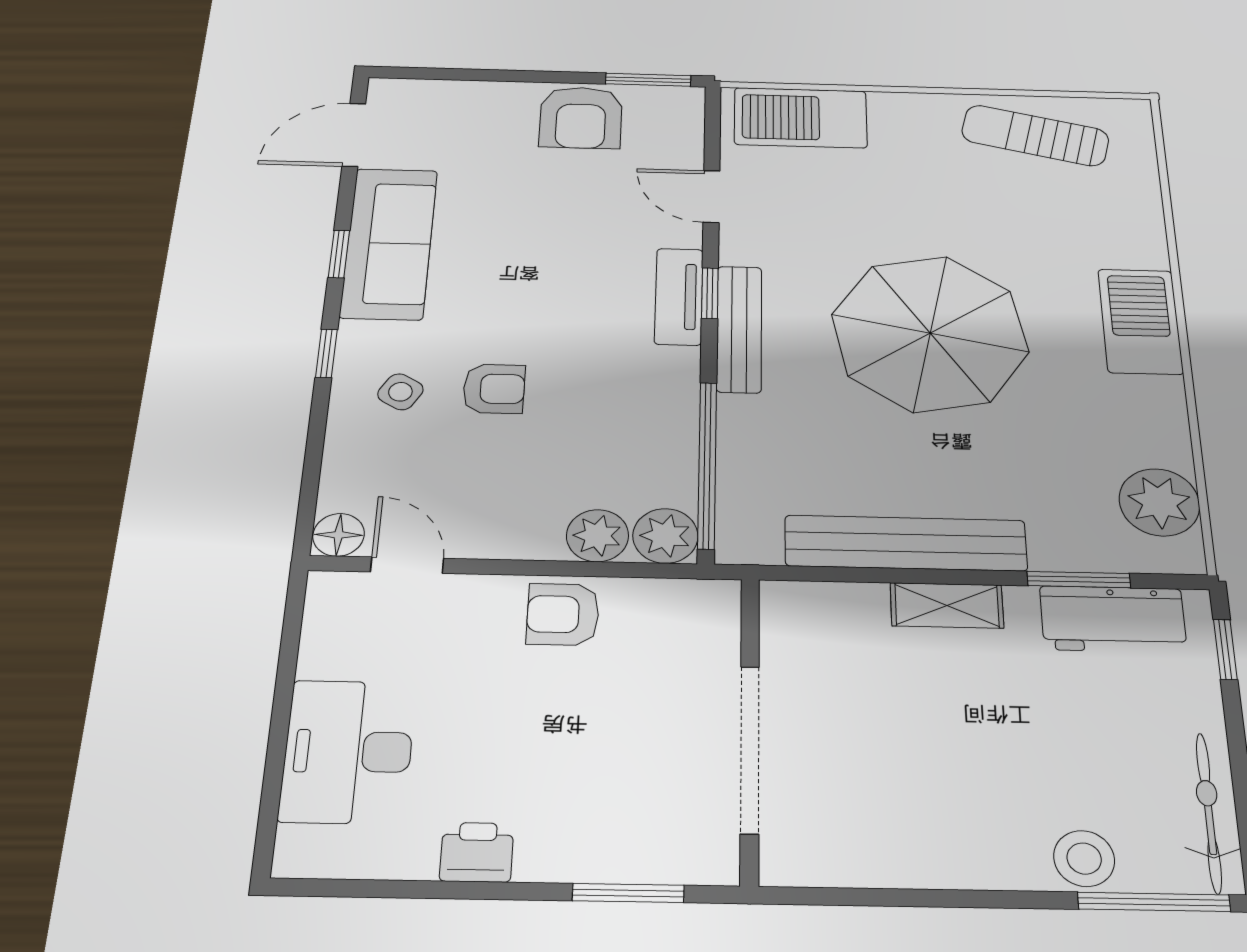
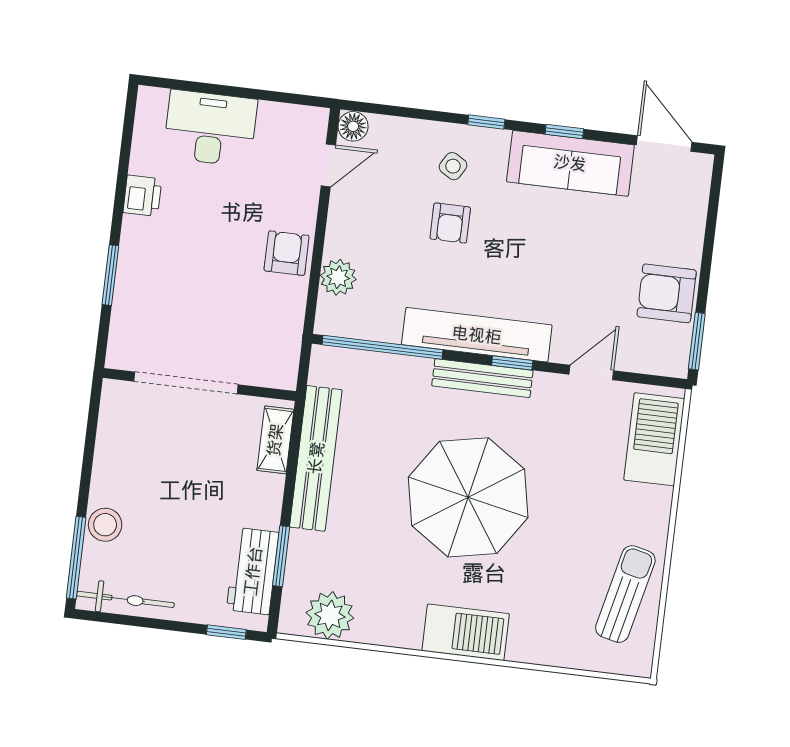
tv unit: (679, 296) -> (477, 335), width x1.92, depth x1.29
plant: (665, 536) -> (334, 317), removed
shelving: (947, 605) -> (275, 440), moved
wall: (750, 727) -> (199, 385), moved
doorway: (750, 749) -> (186, 383), moved

